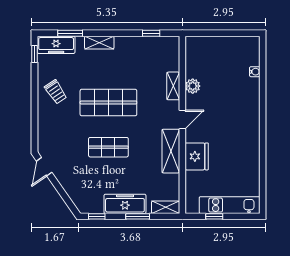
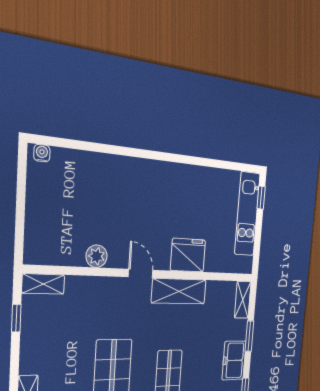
water cooler: (255, 72) -> (42, 153), moved
shelving: (173, 86) -> (43, 284), moved
freezer: (125, 204) -> (234, 360), width x0.71
window: (214, 216) -> (261, 198), moved

